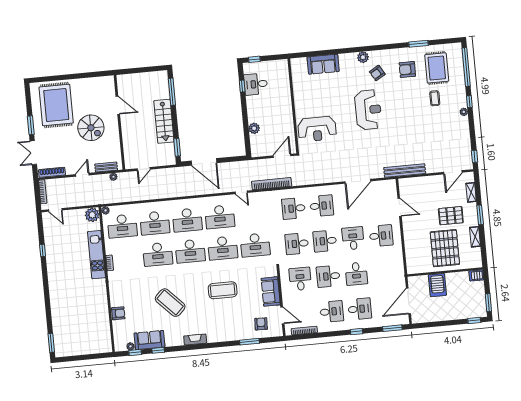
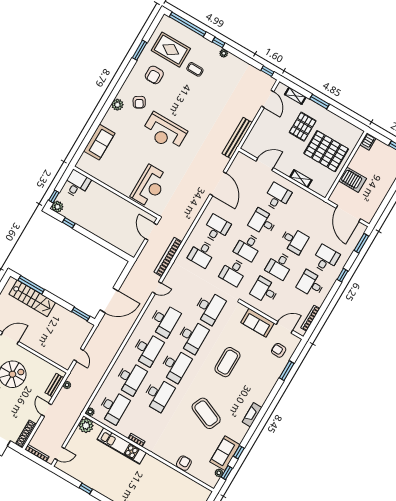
desk: (256, 84) -> (77, 184), moved, turned 180
reception desk: (368, 110) -> (164, 132), turned 180
stairs: (164, 121) -> (32, 298), moved
plant: (254, 128) -> (57, 207), moved
shelving: (475, 237) -> (301, 179), moved
coffee table: (170, 303) -> (206, 413), turned 67
desk: (332, 312) -> (311, 284), turned -90

